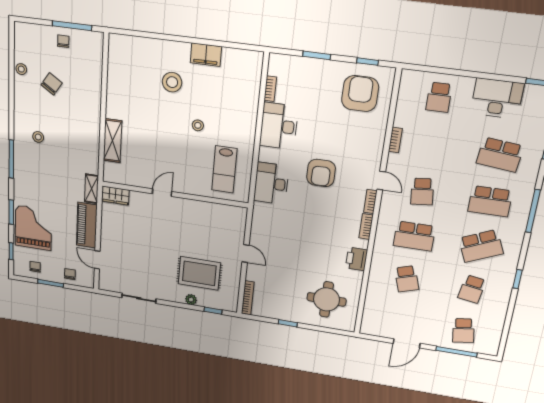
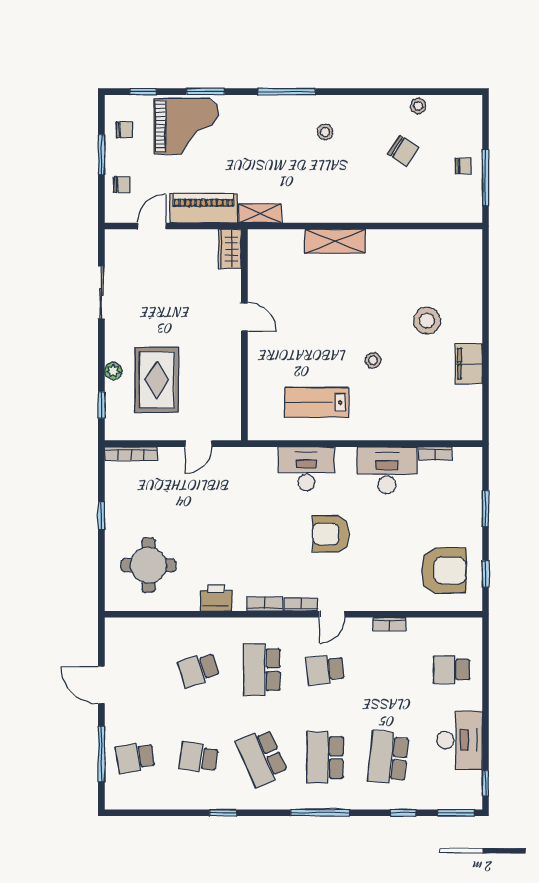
door: (162, 193) -> (244, 317), moved
wall: (174, 194) -> (244, 335), moved
wardrobe: (115, 196) -> (230, 249), moved

